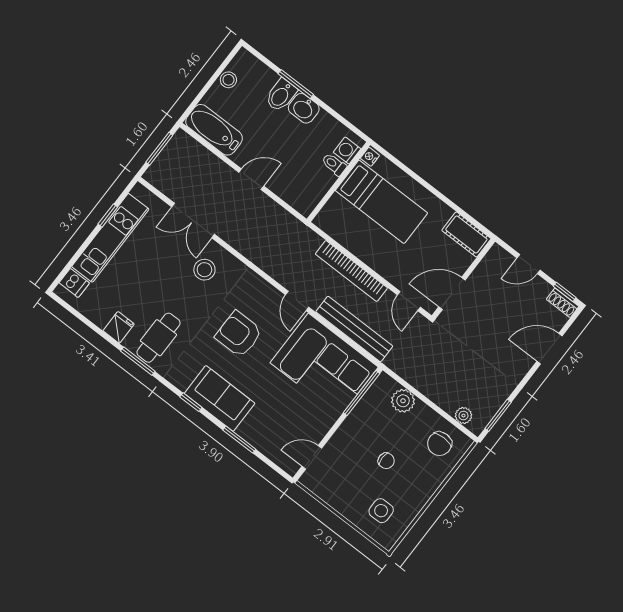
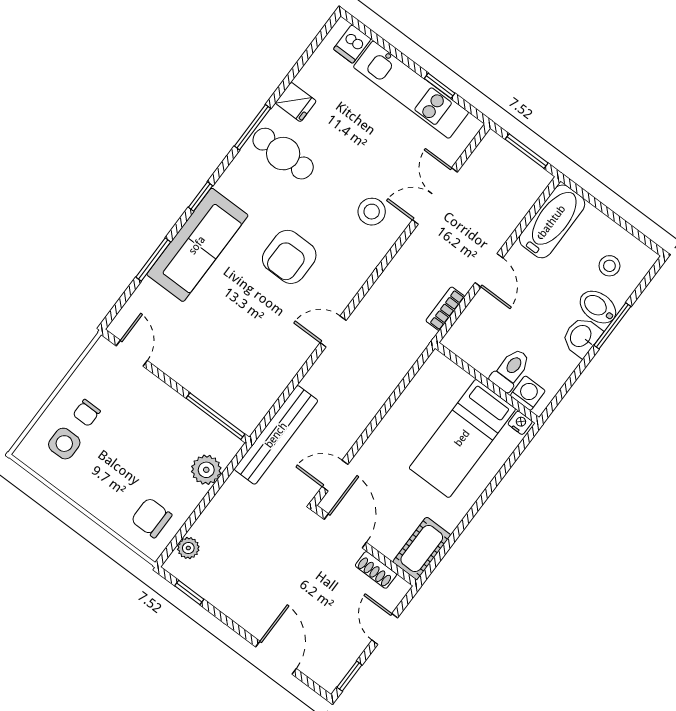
stool: (228, 80) -> (609, 266), moved
toilet: (334, 164) -> (510, 370), width x1.37, depth x1.39
bookcase: (351, 271) -> (445, 309), moved, width x0.43, depth x0.76
shoe rack: (562, 303) -> (376, 570), moved, turned -90
bench: (354, 329) -> (276, 435), moved
armchair: (239, 334) -> (289, 257), turned 180
corner sofa: (324, 365) -> (251, 367), removed
sofa: (220, 398) -> (197, 245), width x1.36
window: (498, 415) -> (189, 593), width x0.67
chair: (386, 461) -> (87, 413), moved

